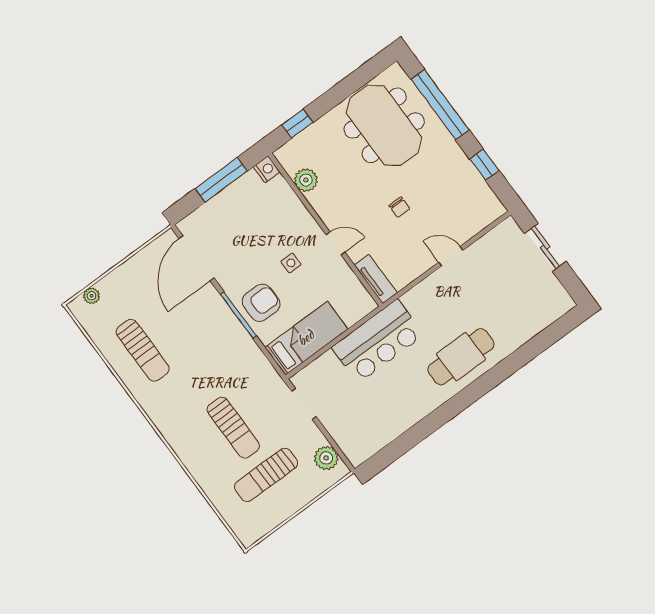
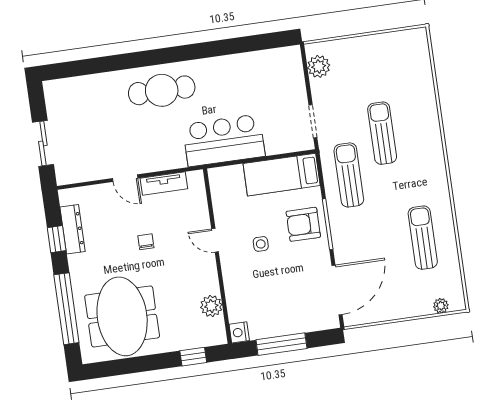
dresser: (474, 182) -> (72, 229), added
tv unit: (376, 279) -> (164, 183), moved, turned -90
sun lounger: (266, 475) -> (349, 175), moved, turned -90

